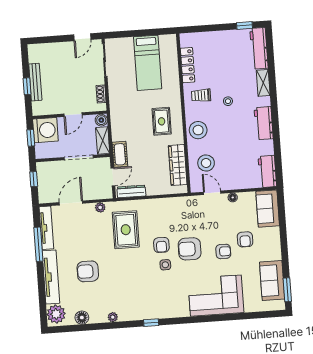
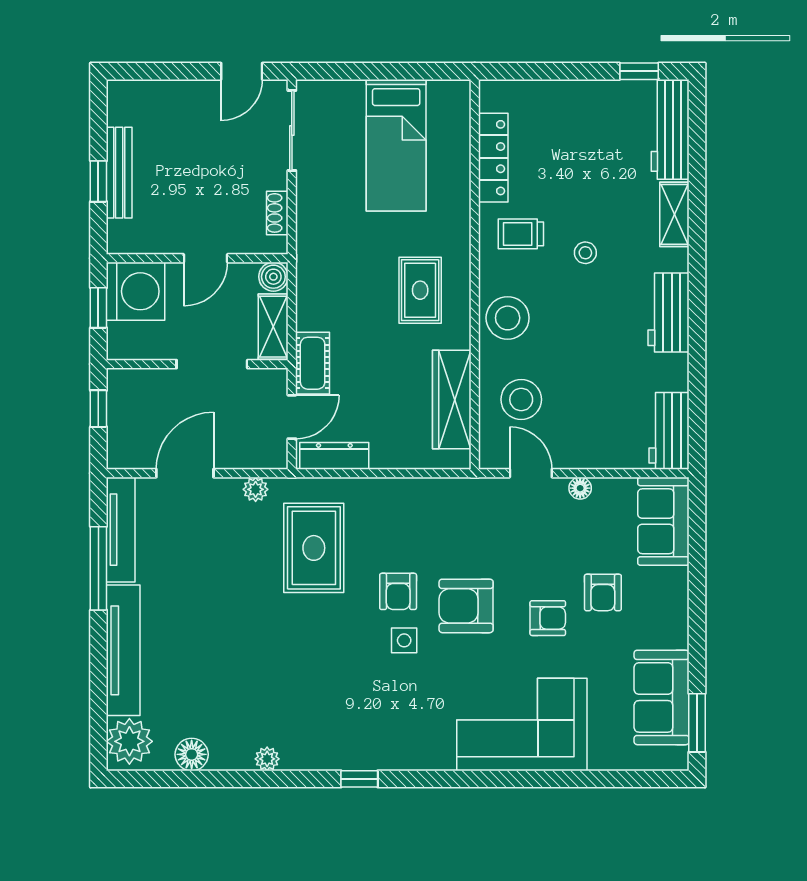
armchair: (88, 271) -> (214, 643), removed

